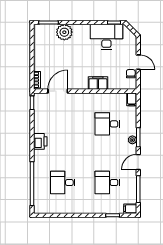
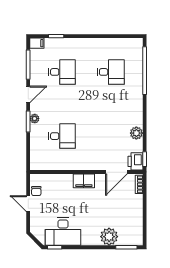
filing cabinet: (98, 83) -> (84, 181), moved
filing cabinet: (132, 99) -> (35, 163), removed
plant: (39, 127) -> (136, 133), added
printer: (40, 141) -> (135, 161), moved

